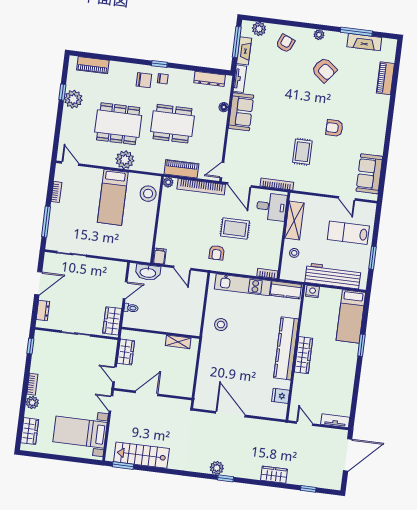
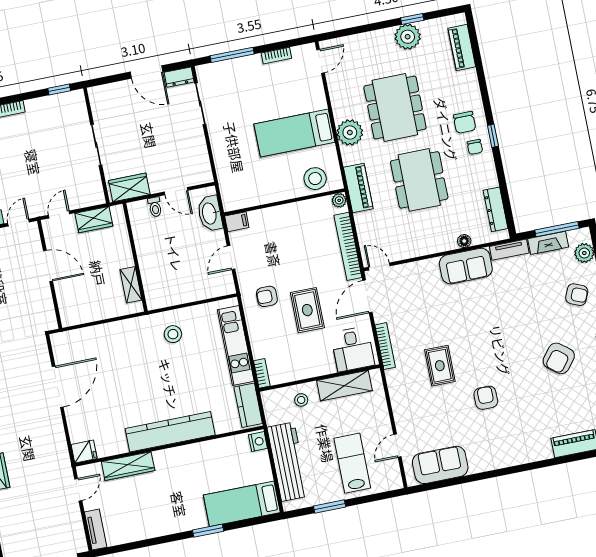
rug: (302, 152) -> (440, 366), turned 90
piano: (181, 169) -> (358, 188), moved
dresser: (43, 310) -> (179, 77), moved
wardrobe: (303, 355) -> (128, 466), moved
fridge: (281, 396) -> (84, 452), moved, turned 90

